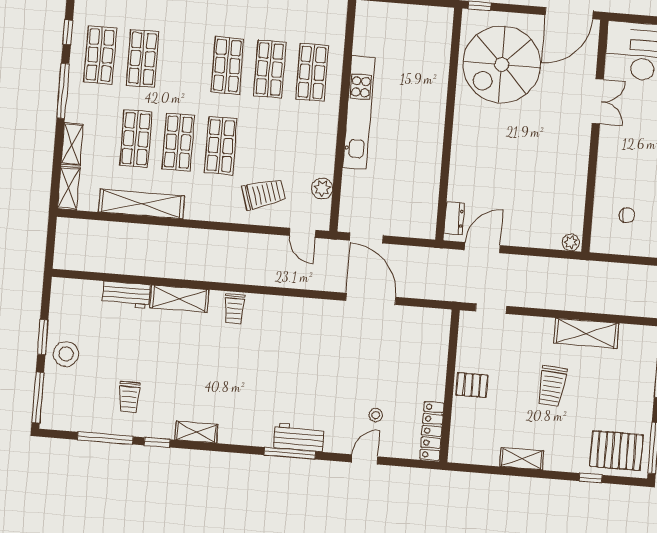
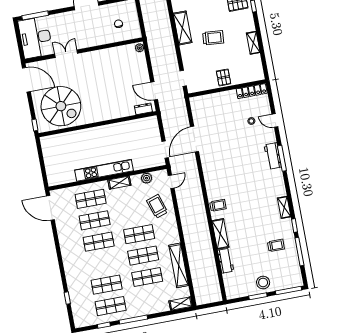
shelving: (72, 144) -> (119, 183), moved

